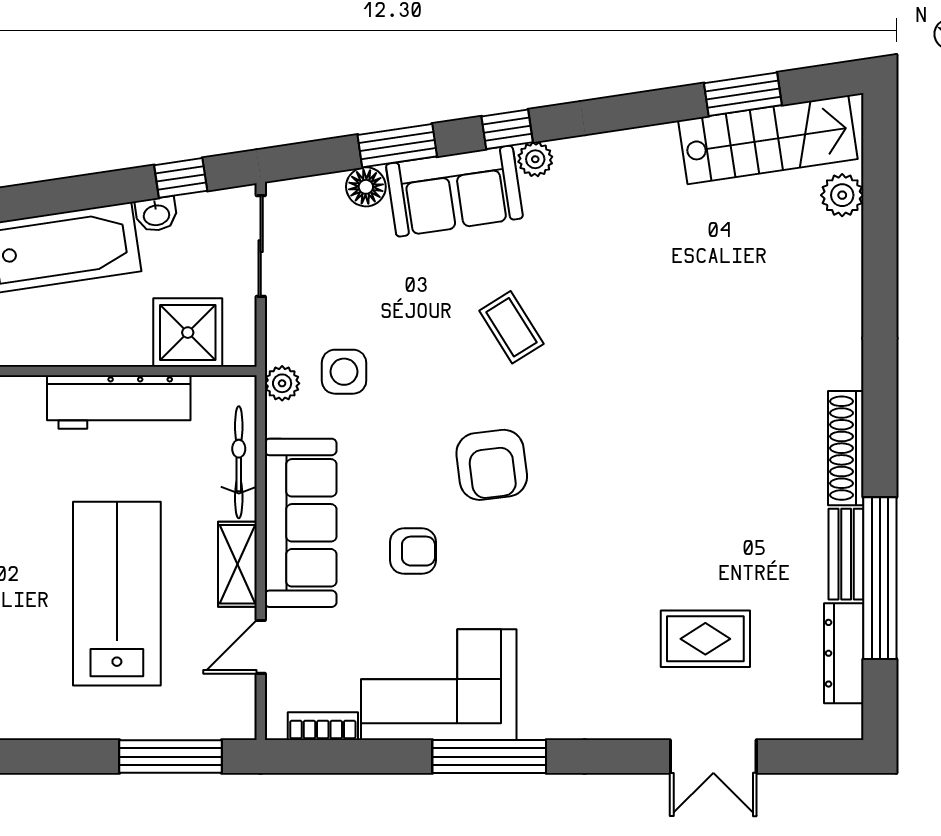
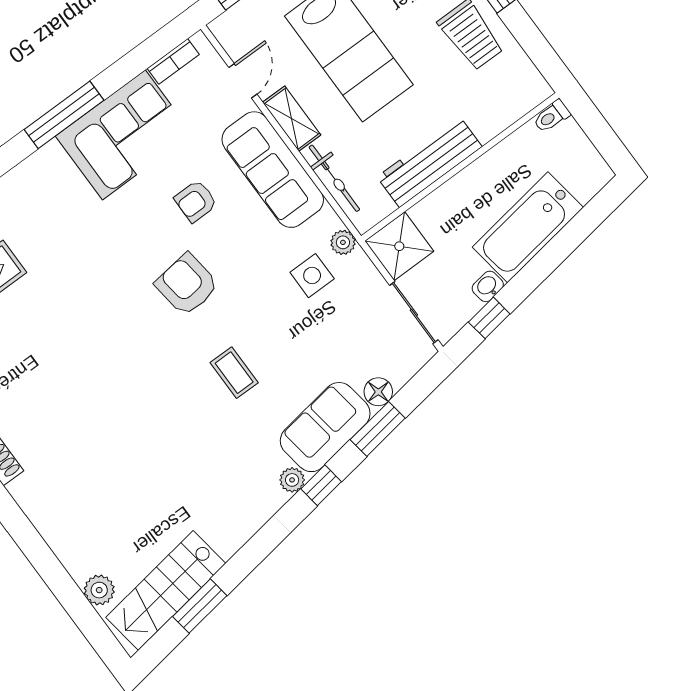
coffee table: (511, 327) -> (234, 373), turned 32
shower: (188, 333) -> (399, 246), moved

